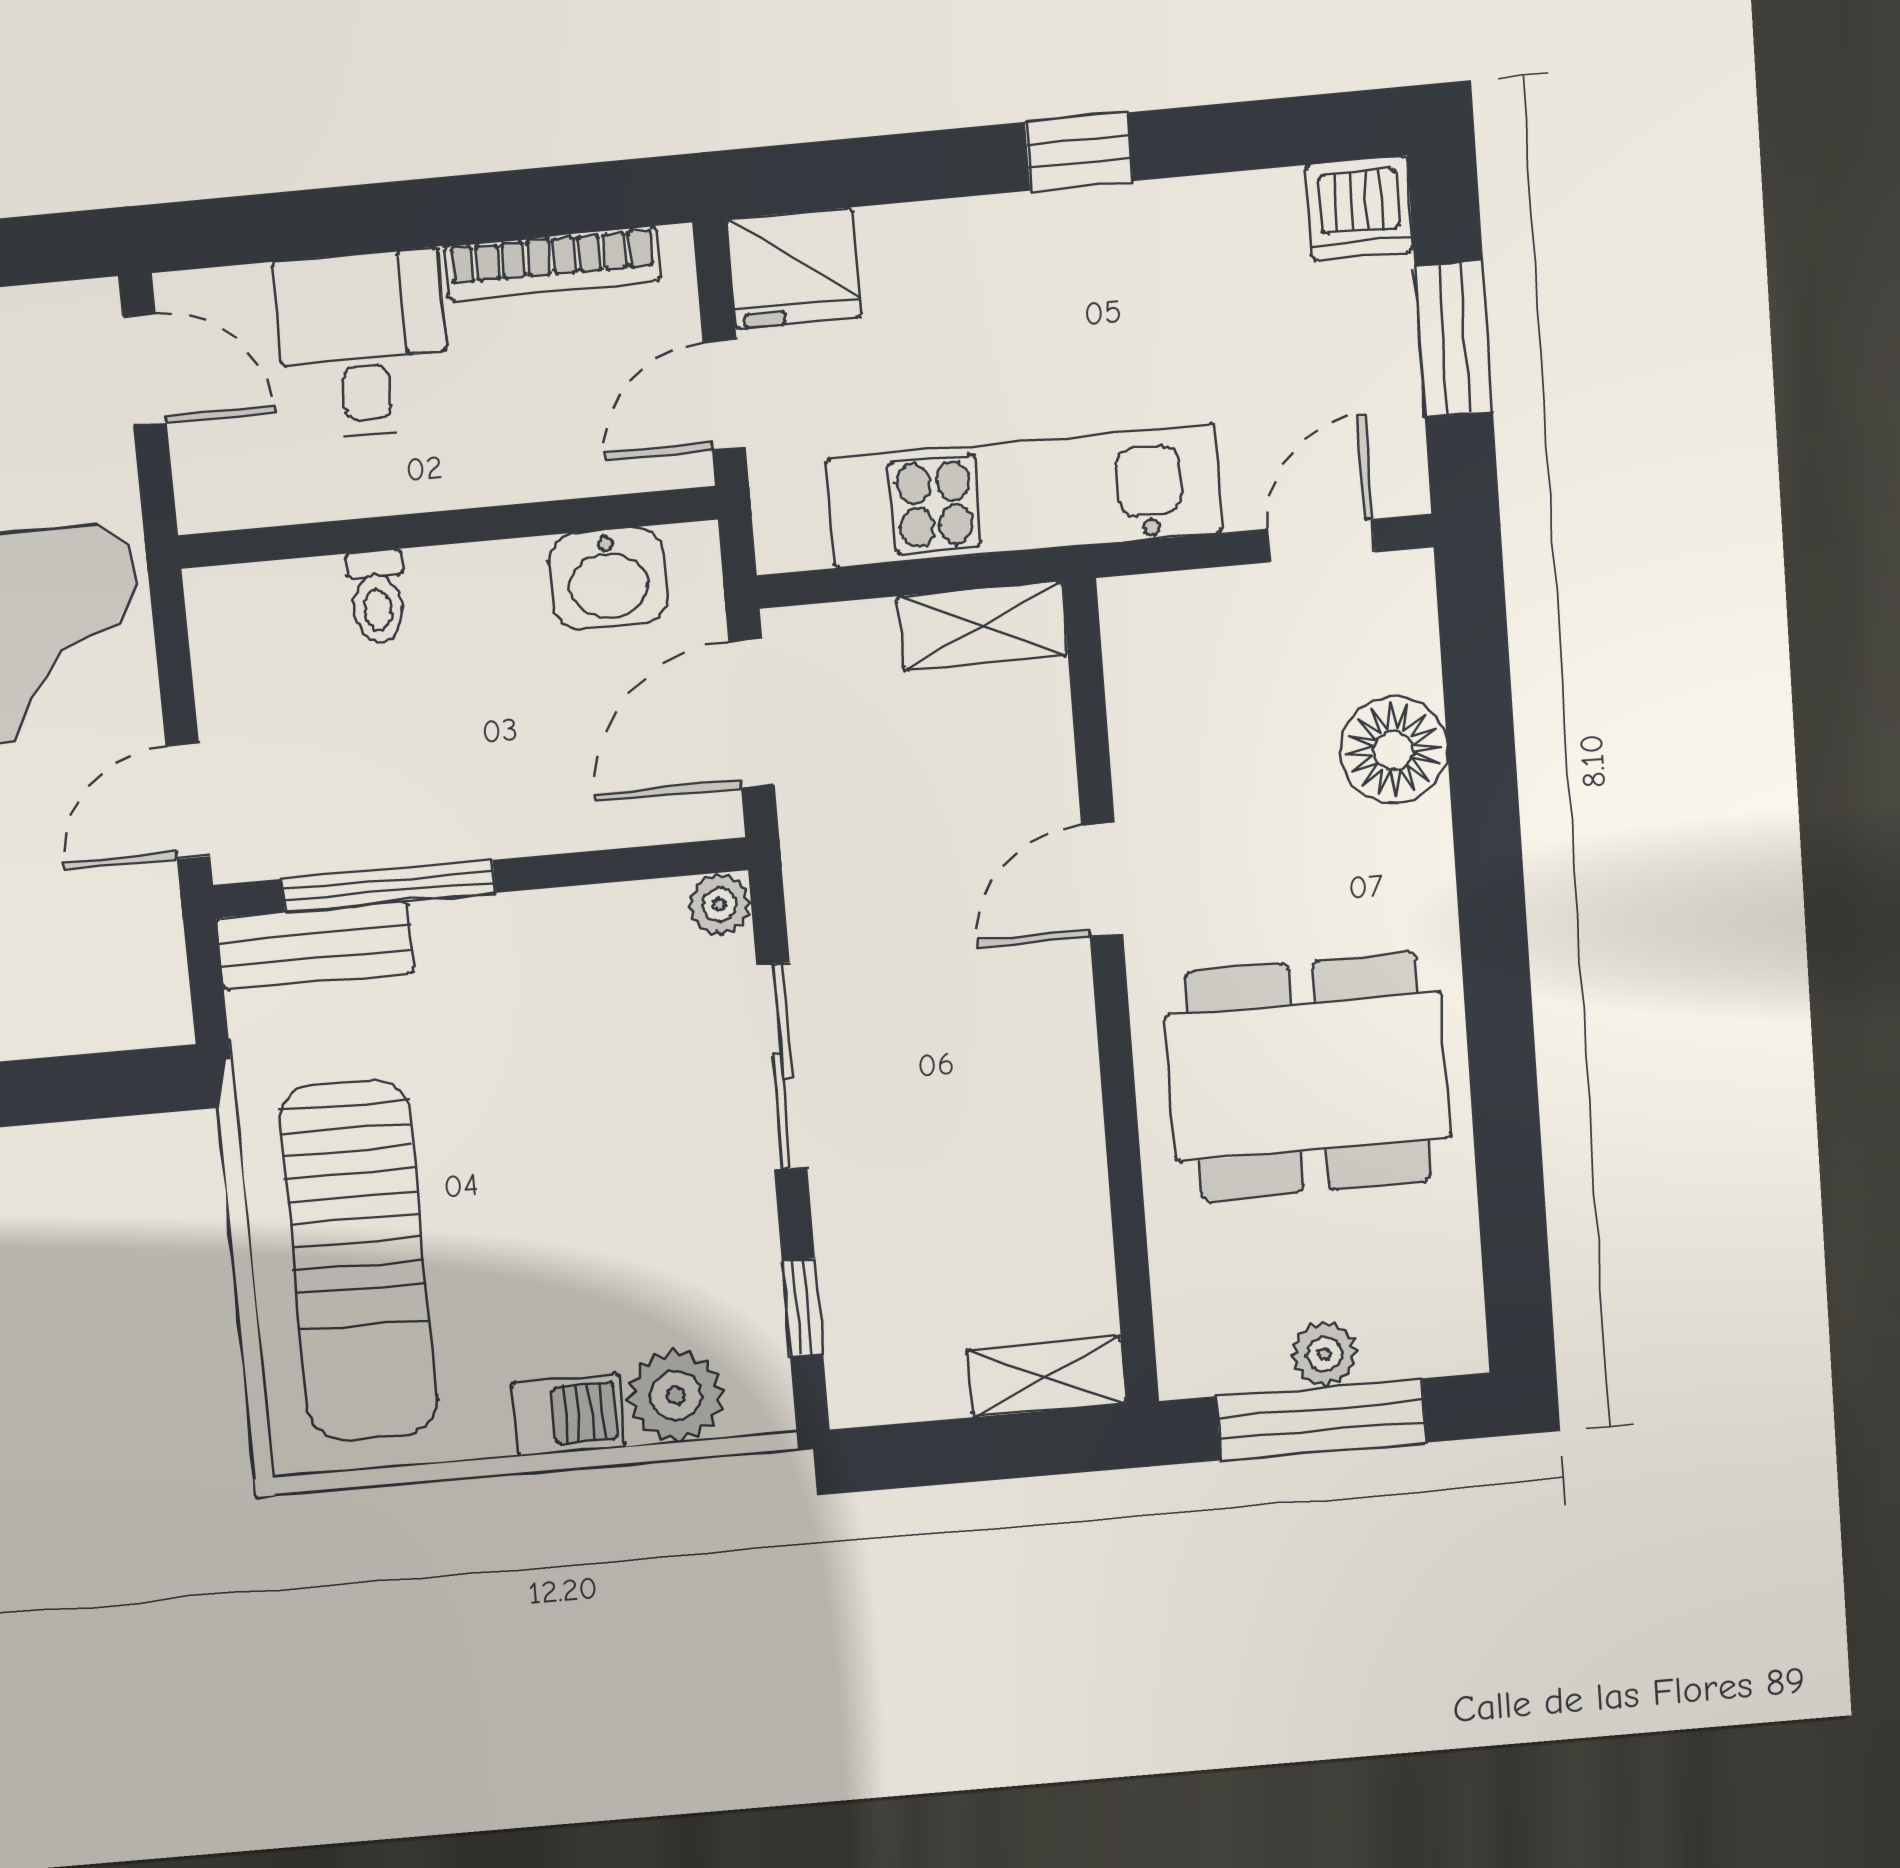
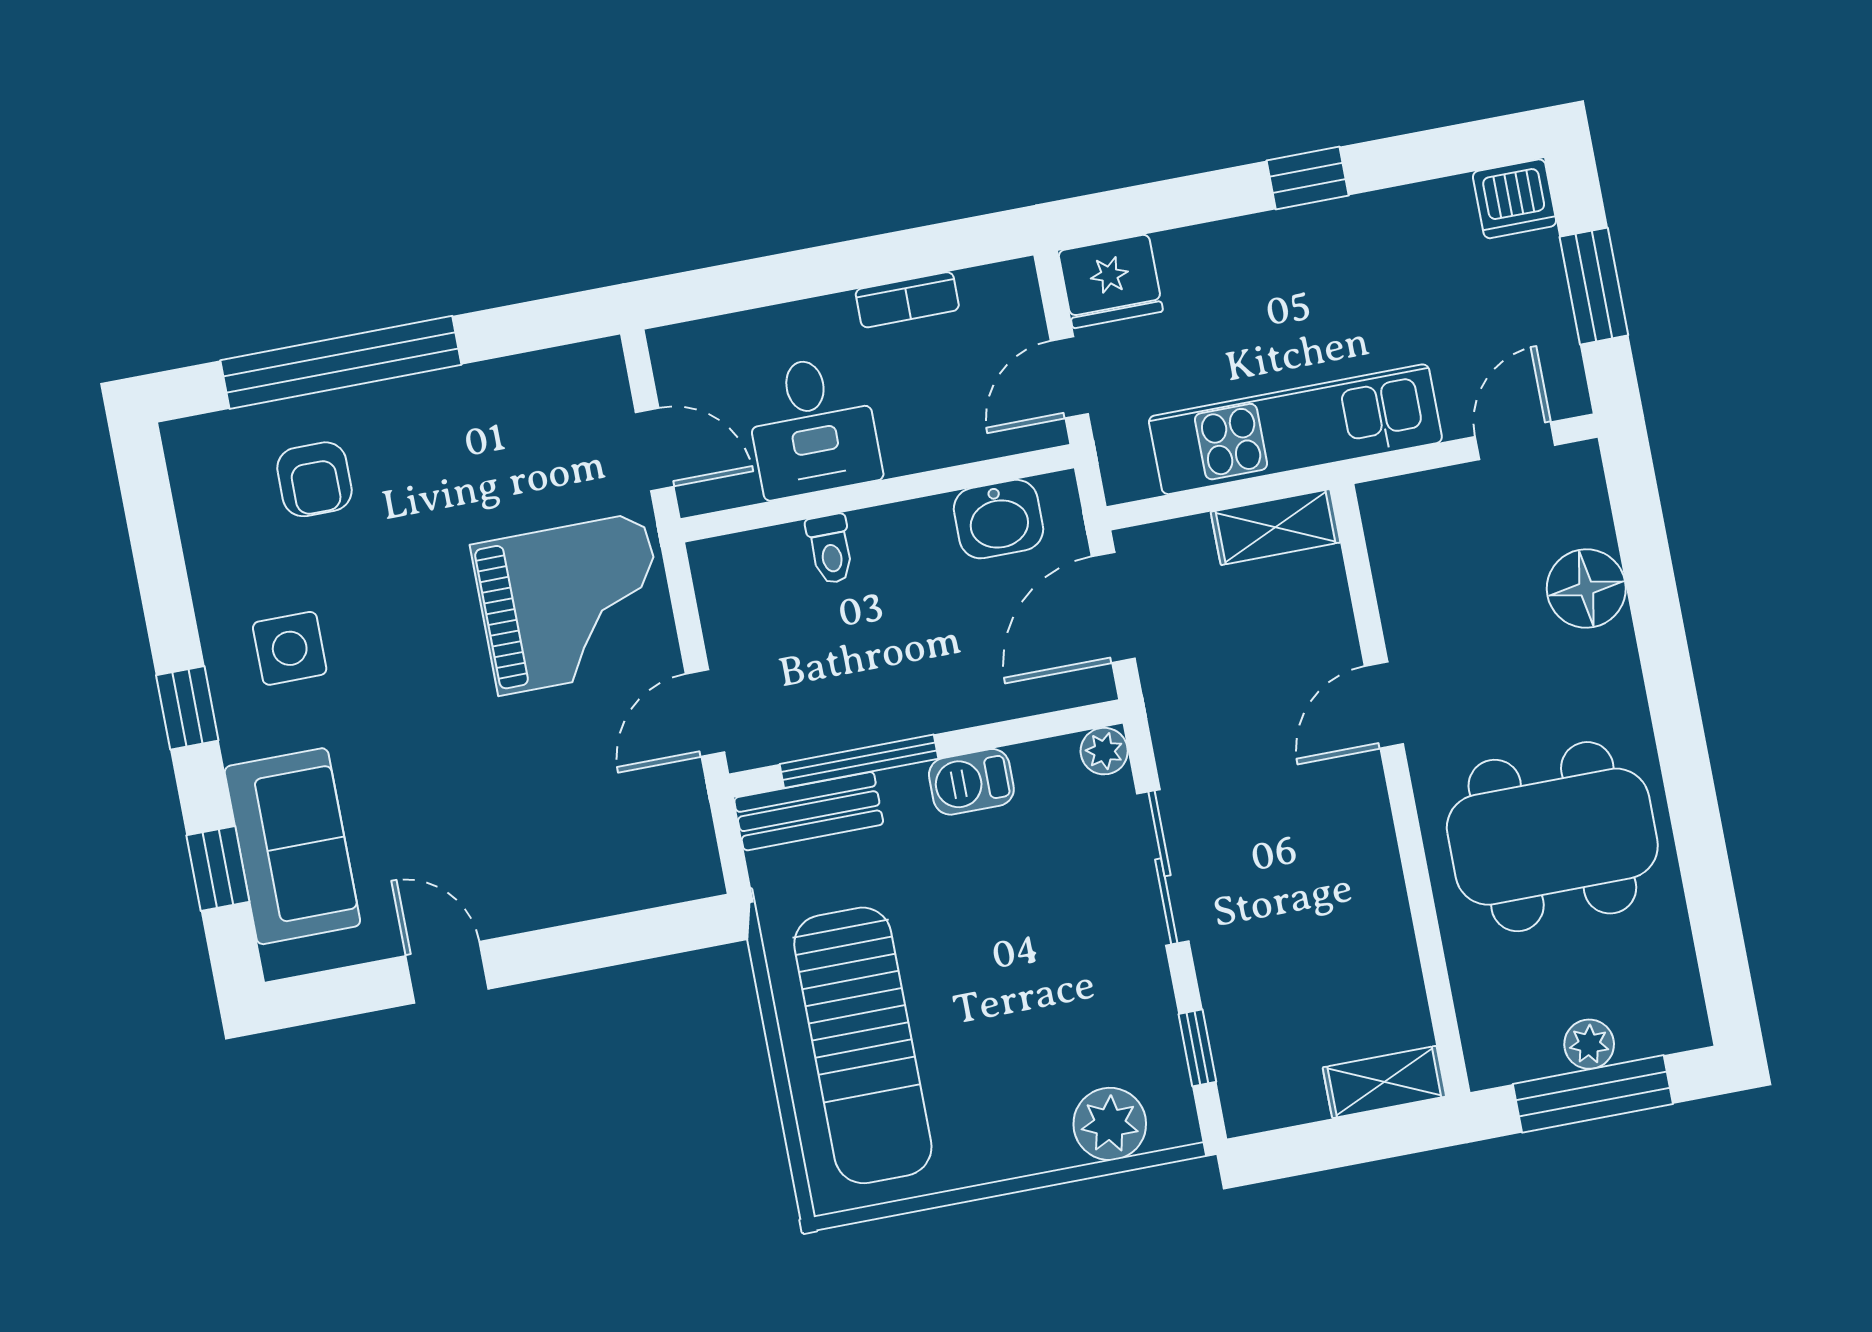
bookcase: (552, 263) -> (907, 300), width x0.64
desk: (362, 344) -> (813, 426), moved, turned 180
door: (144, 370) -> (655, 449), moved
barbecue: (568, 1415) -> (971, 782), moved, turned 180

